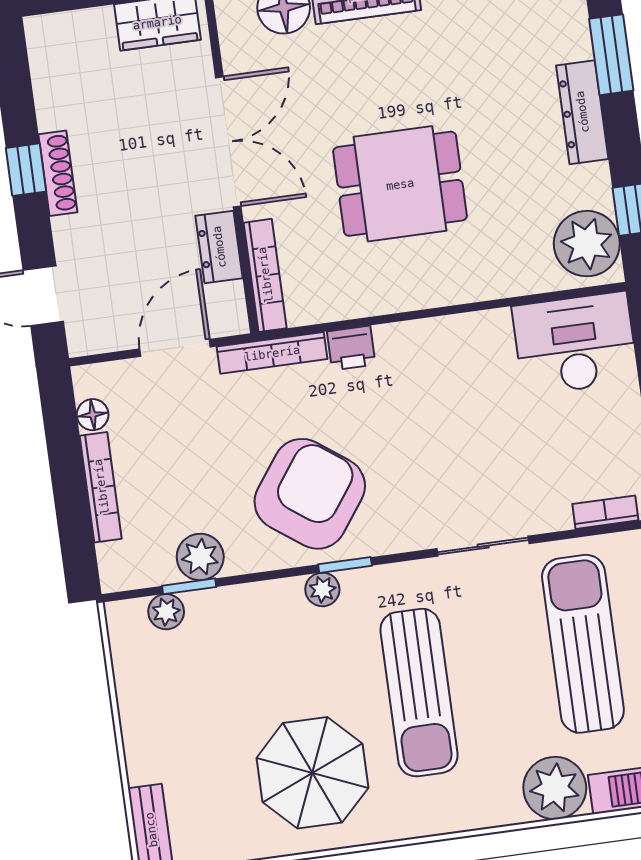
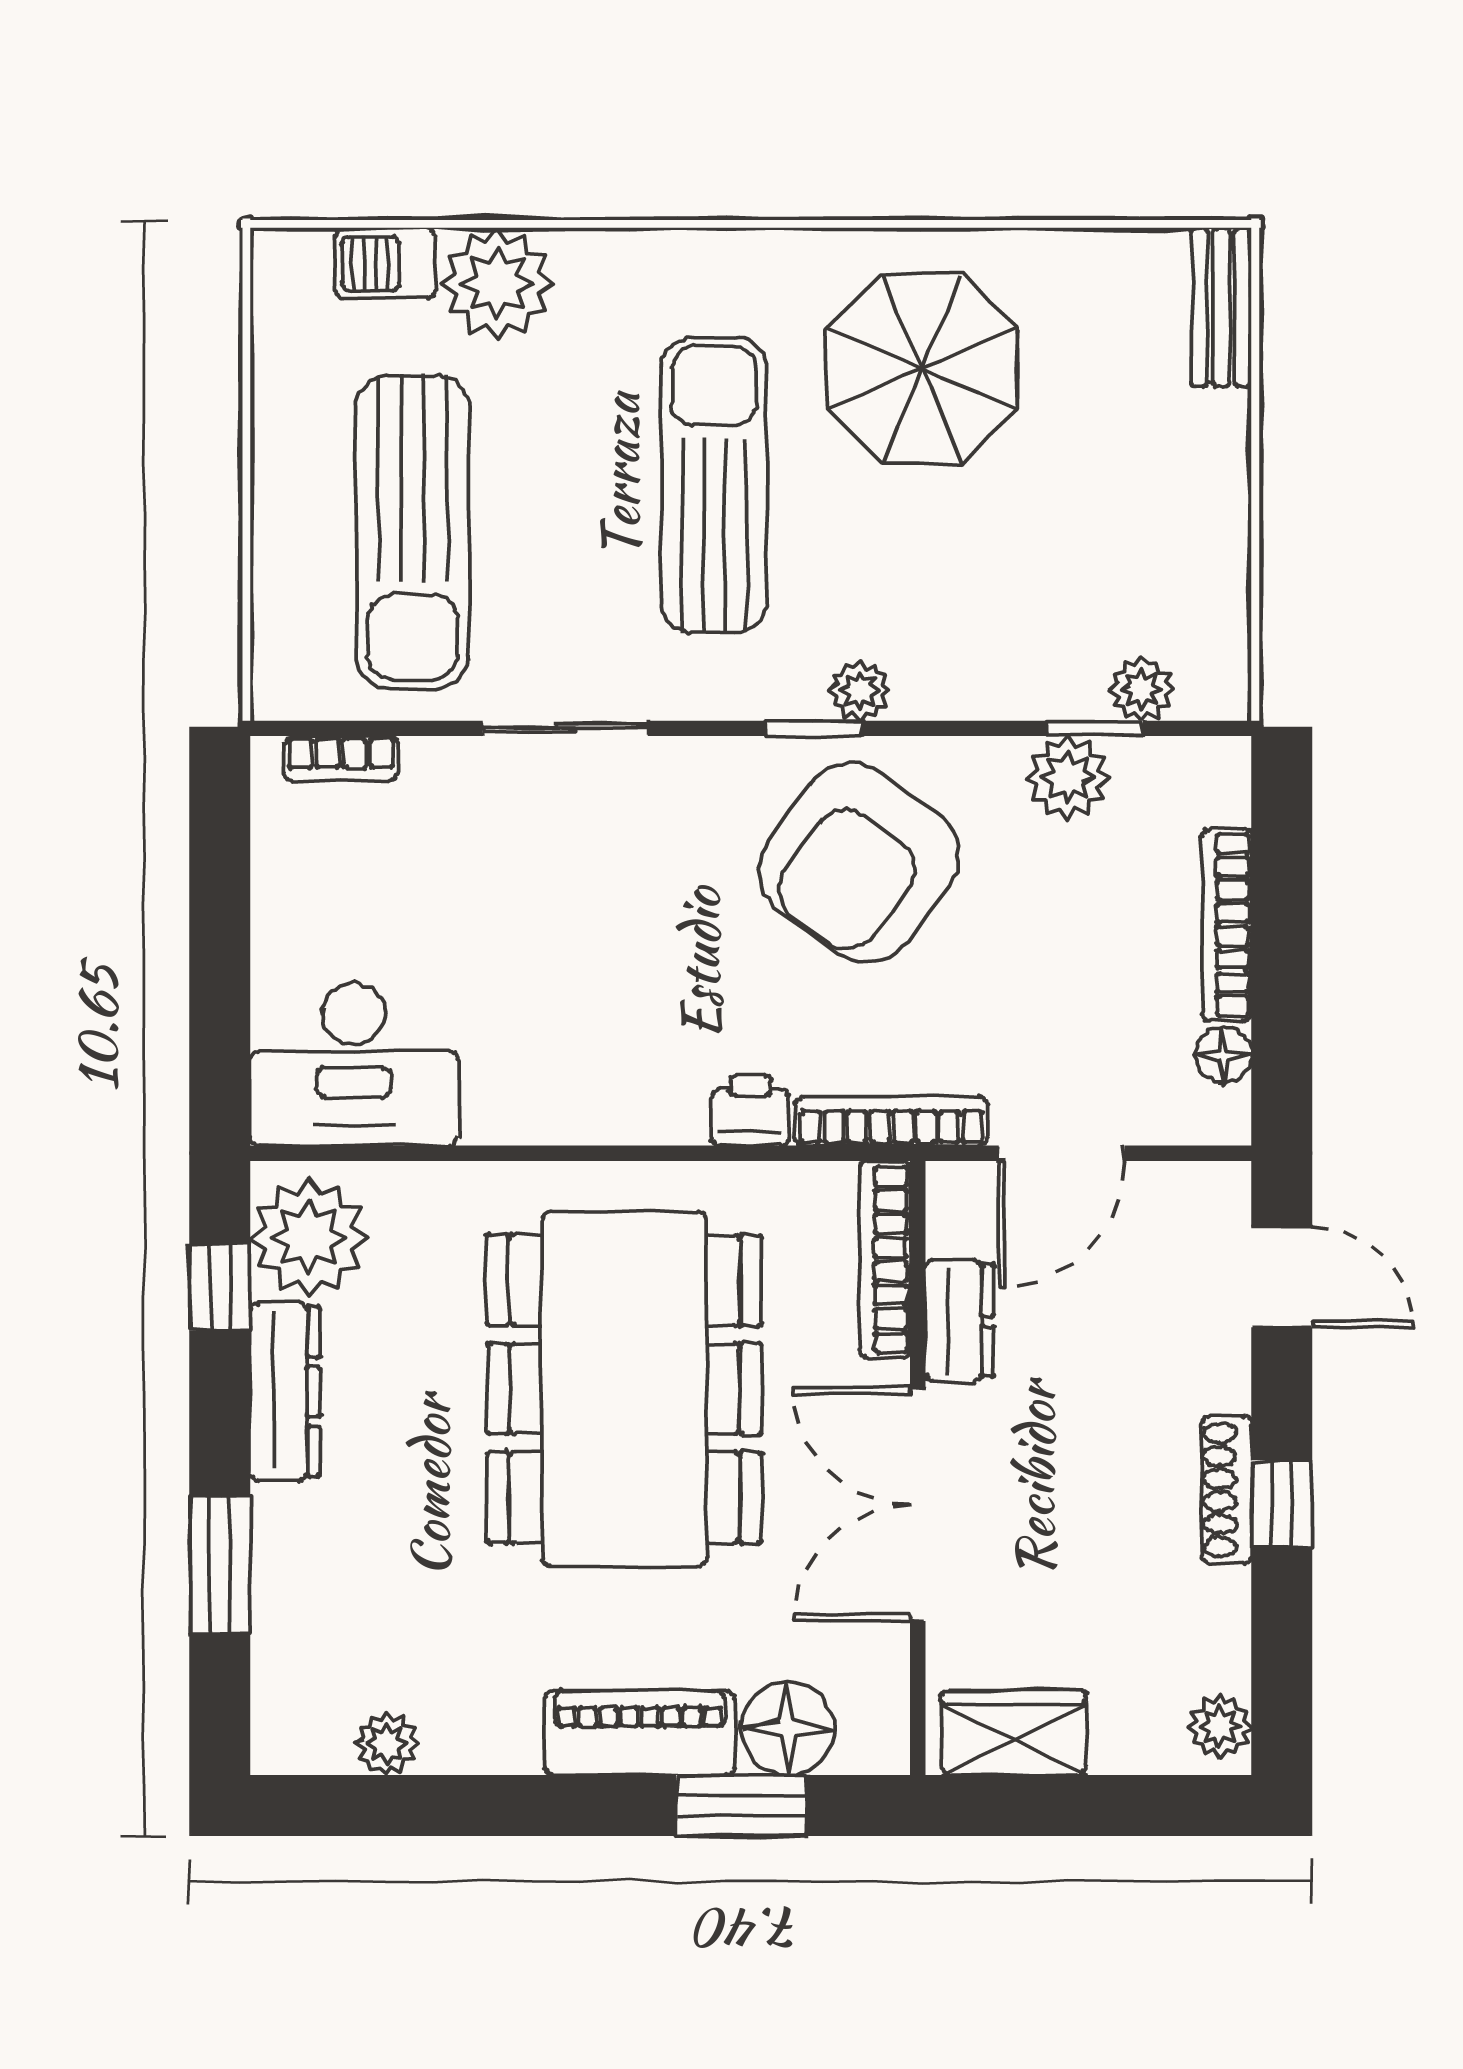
plant: (44, 41) -> (1220, 1727), added
dresser: (582, 112) -> (285, 1392), moved
dining table: (400, 184) -> (624, 1389), width x1.88, depth x1.24

